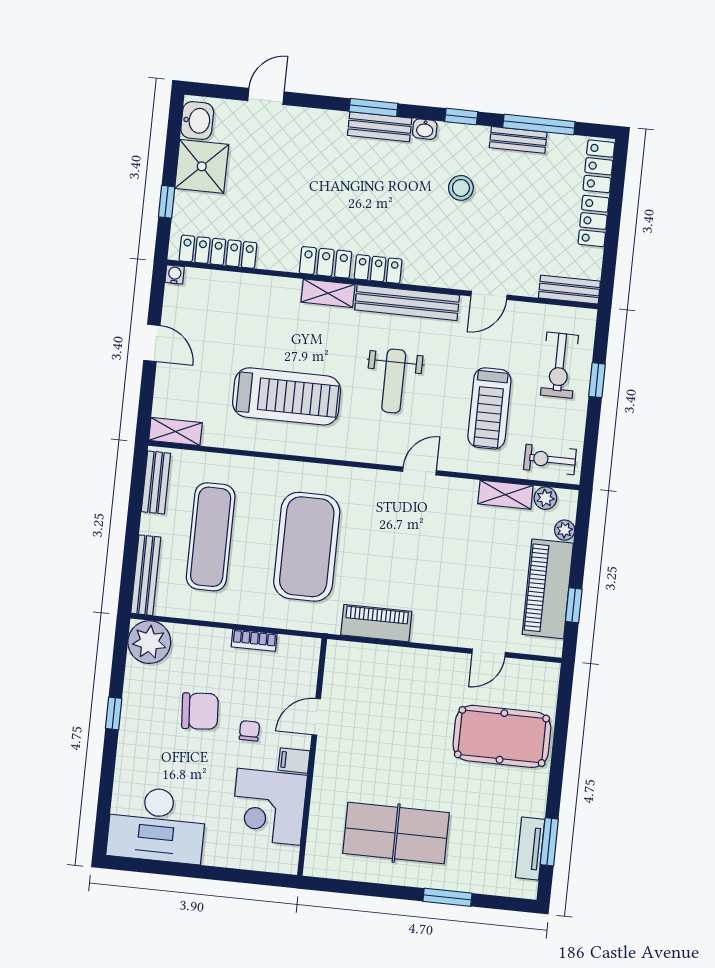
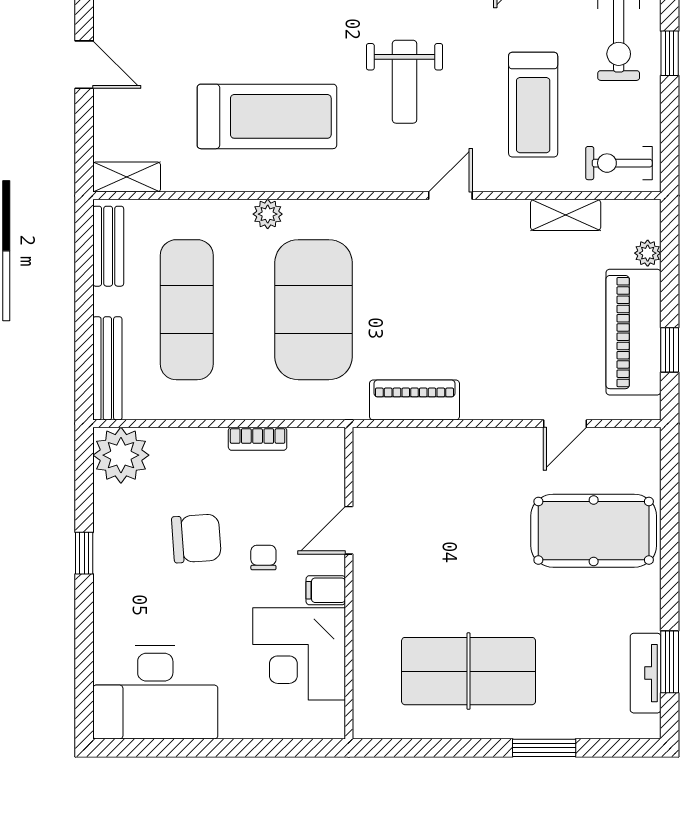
plant: (545, 498) -> (268, 214), moved

